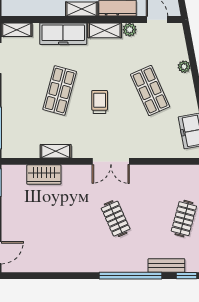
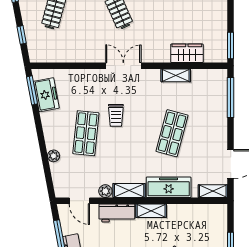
shop shelf: (150, 90) -> (86, 133), turned 30
trolley: (100, 102) -> (116, 115), moved

